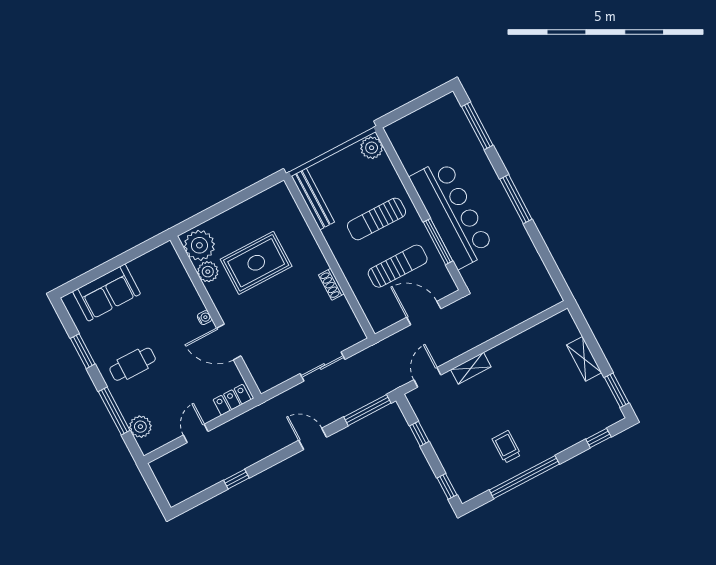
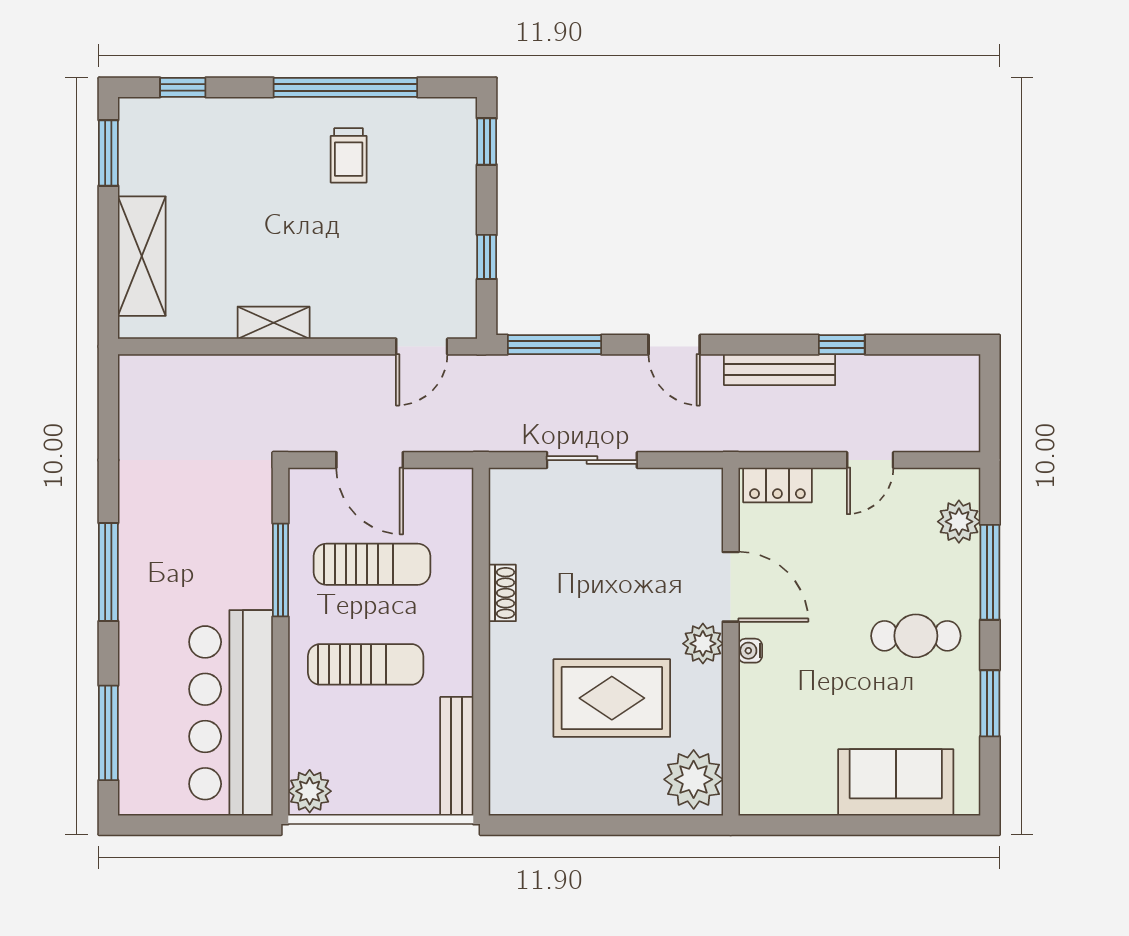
bar counter: (452, 214) -> (231, 713), moved
sun lounger: (398, 266) -> (372, 564), turned 180
plant: (208, 272) -> (703, 644), moved
shelving: (584, 359) -> (142, 256), width x1.50, depth x1.33
shelving: (471, 368) -> (274, 323), moved
bench: (259, 453) -> (780, 370), added

